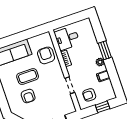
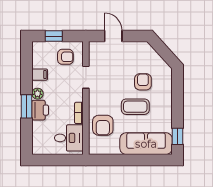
printer: (94, 51) -> (40, 110), added

